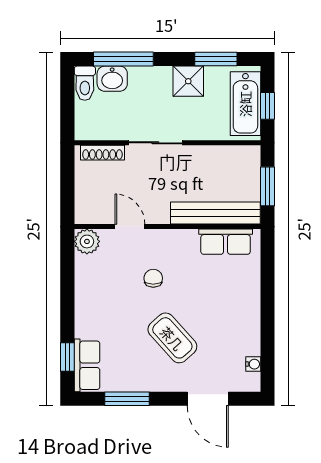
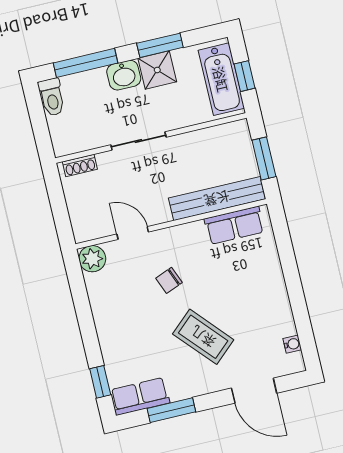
window: (216, 59) -> (160, 45), moved
washbasin: (112, 79) -> (124, 75), moved
shoe rack: (102, 153) -> (80, 165), width x0.70
chair: (153, 278) -> (169, 280), turned -112
row of seats: (87, 365) -> (140, 396), moved, turned -90

